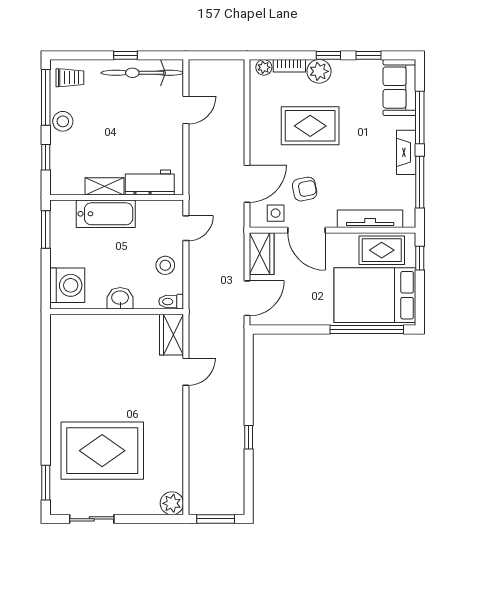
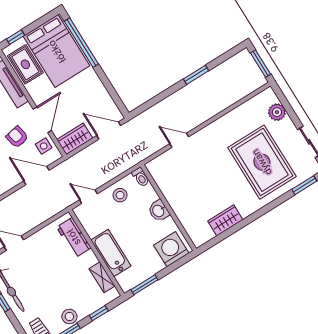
shelving: (104, 186) -> (102, 277), moved
wardrobe: (172, 335) -> (225, 220), moved, turned 180
window: (249, 437) -> (196, 75), width x1.50
plant: (172, 503) -> (277, 112), moved

